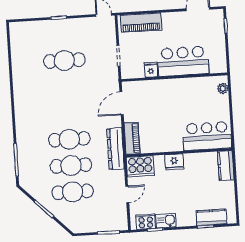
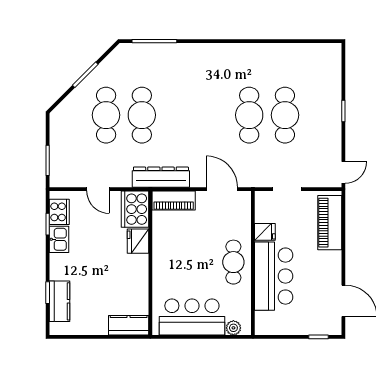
cafe table: (175, 92) -> (233, 262), added
bar counter: (207, 136) -> (192, 317), moved, turned -90
cafe table: (69, 139) -> (249, 115), moved
fridge: (174, 162) -> (138, 241), moved

